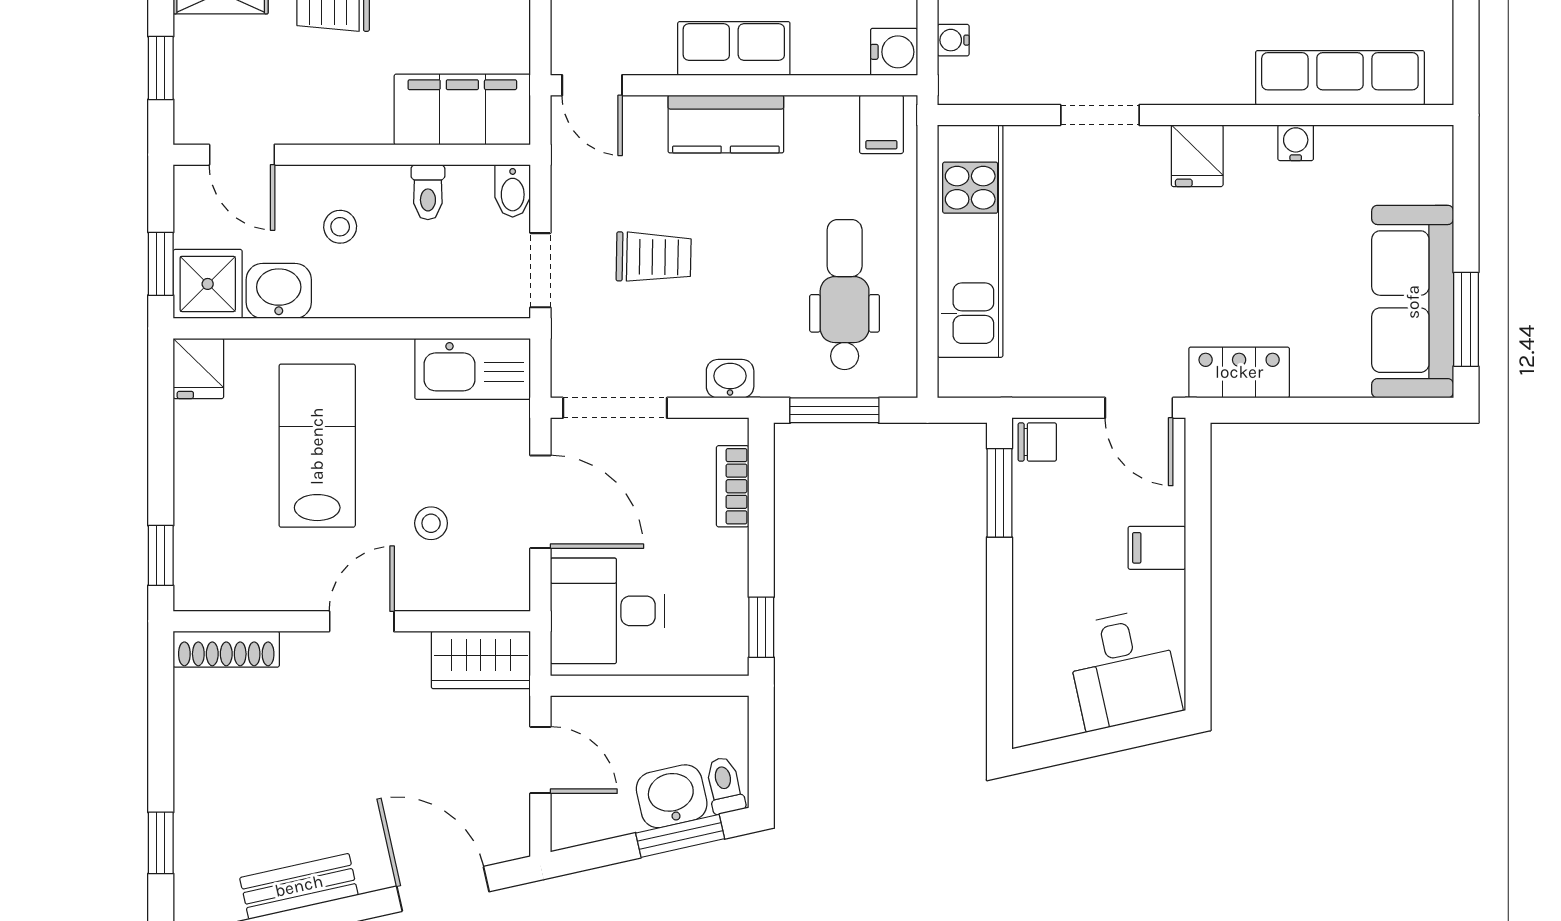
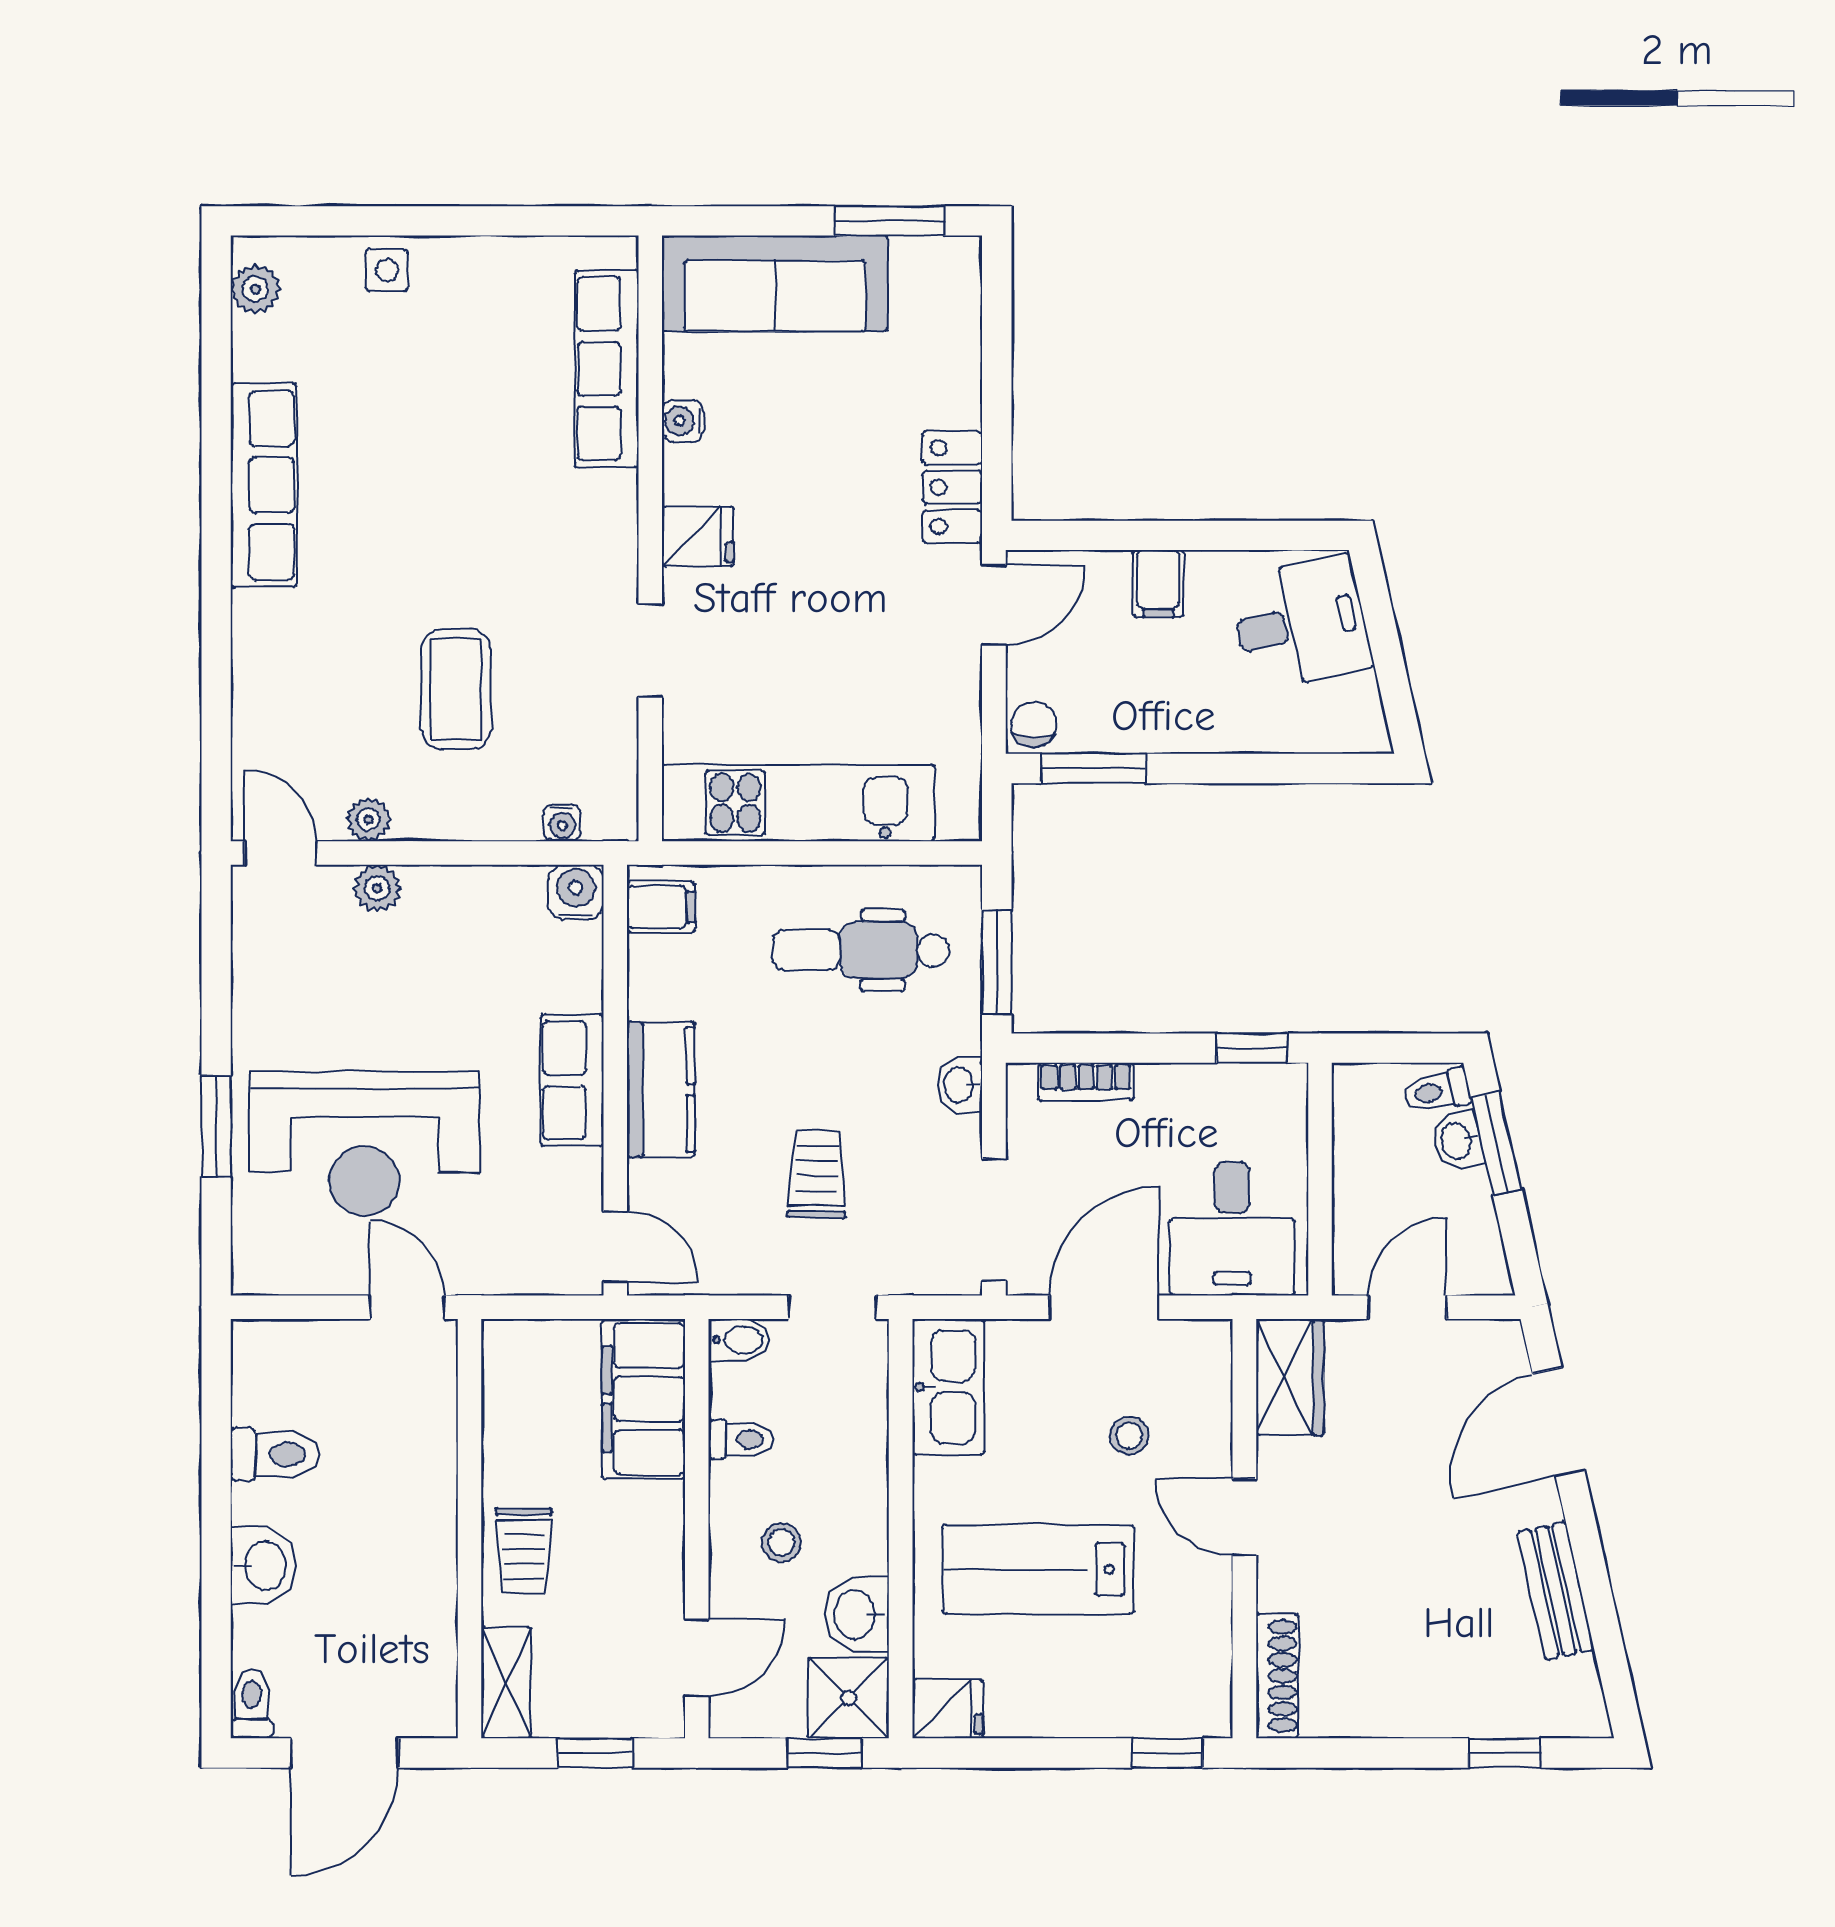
door: (592, 85) -> (615, 1247), hinge flipped
sofa: (1413, 302) -> (775, 283), moved
washbasin: (672, 796) -> (1457, 1140), width x0.72, depth x0.69

